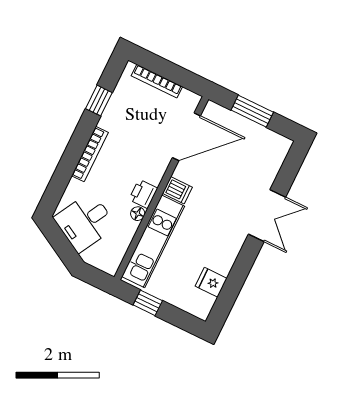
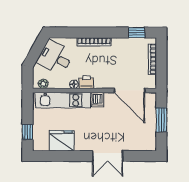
window: (99, 101) -> (137, 32), moved
plant: (115, 258) -> (43, 84), added
fridge: (211, 282) -> (62, 141), width x1.88, depth x1.34
window: (148, 303) -> (28, 132), moved

